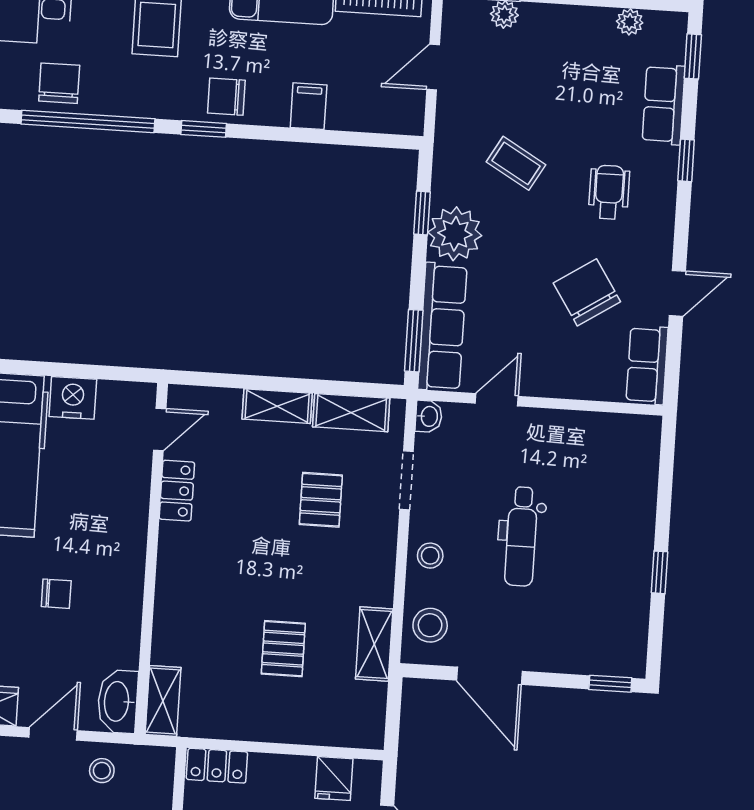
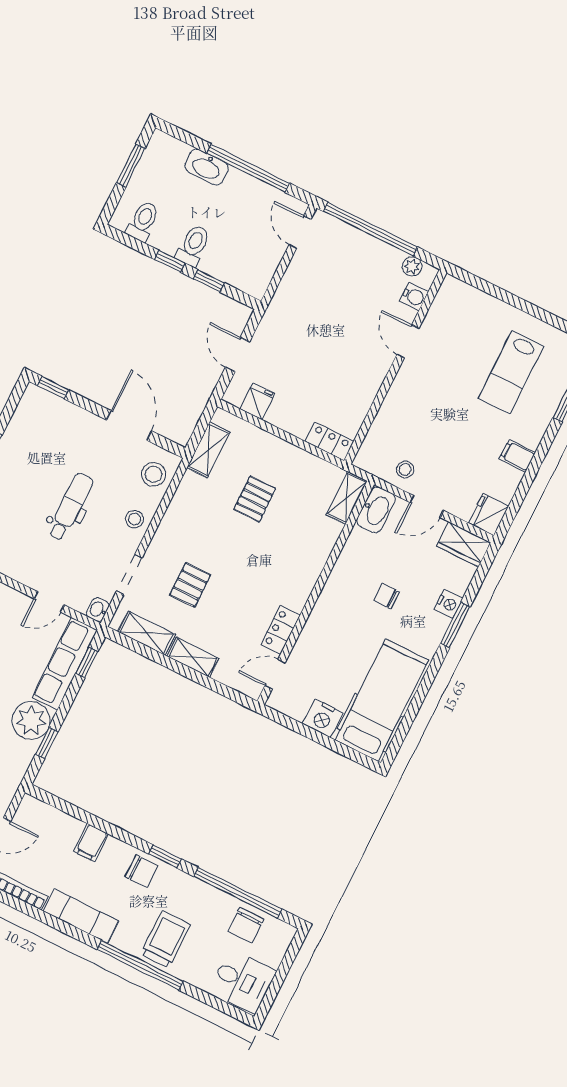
window: (414, 341) -> (87, 663), width x0.67
shelving: (374, 644) -> (208, 450), moved

